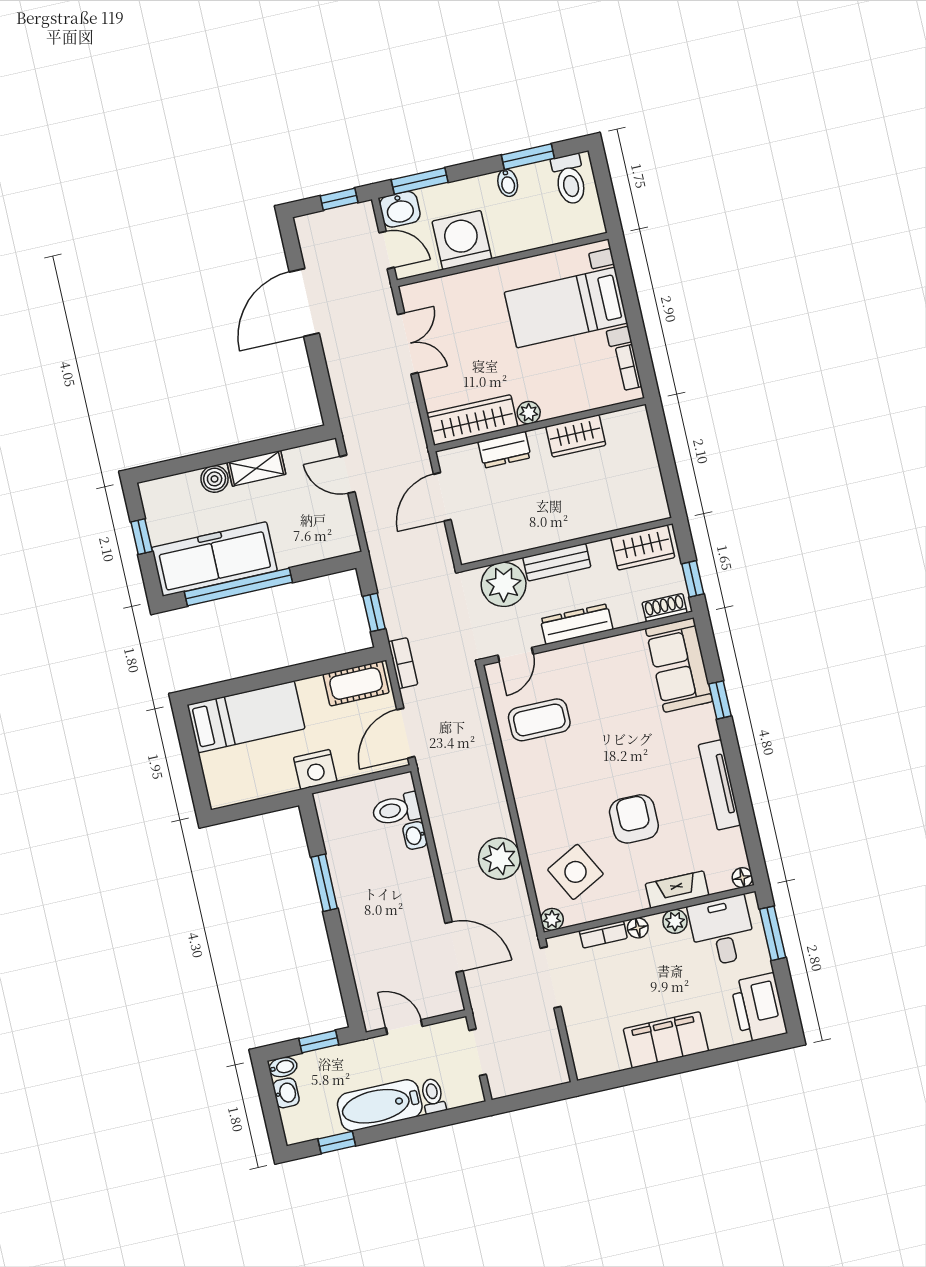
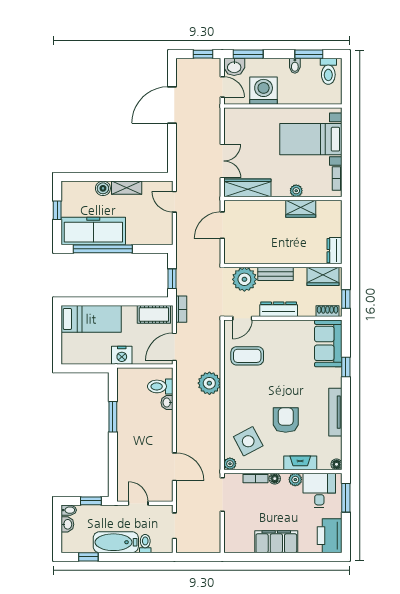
double door: (408, 344) -> (222, 161), moved
plant: (529, 413) -> (296, 191), moved
dresser: (504, 450) -> (335, 251), moved, turned 90
plant: (500, 859) -> (209, 383), moved

